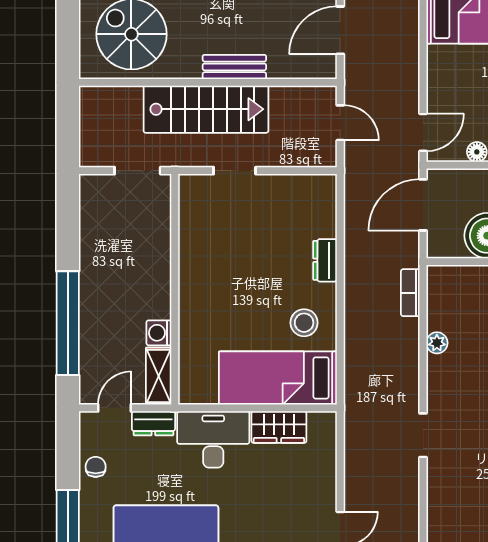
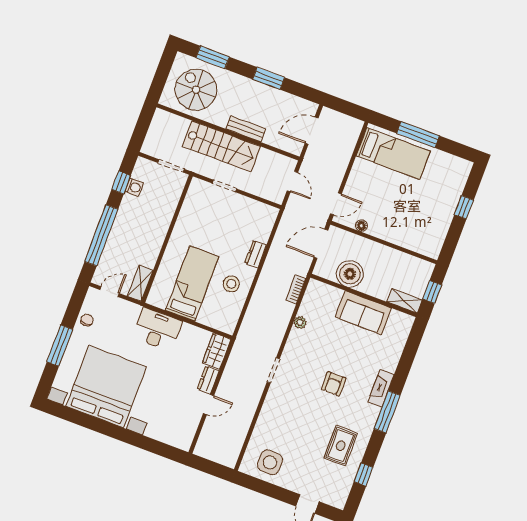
window: (68, 227) -> (121, 182), added
washing machine: (159, 333) -> (134, 187), moved, turned 180
bed: (278, 378) -> (192, 284), moved, turned 90
dresser: (153, 423) -> (208, 380), moved, turned 90
wardrobe: (279, 427) -> (217, 351), moved, turned 90

